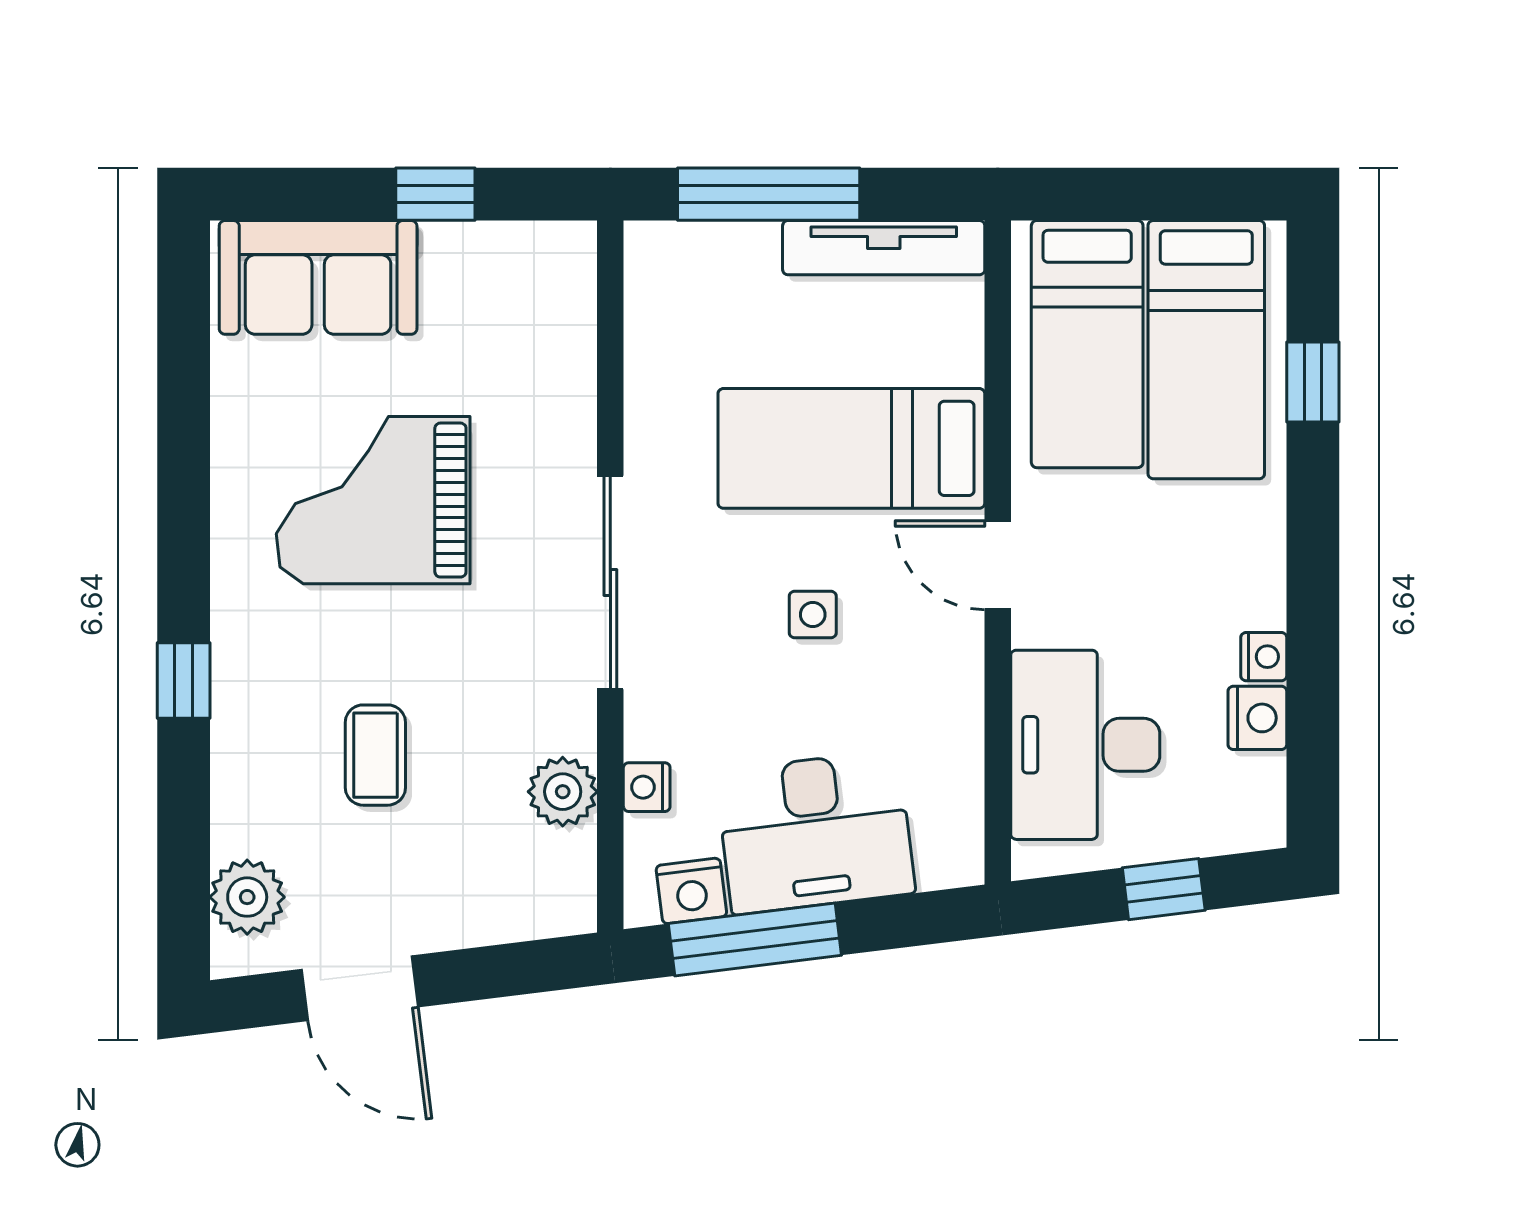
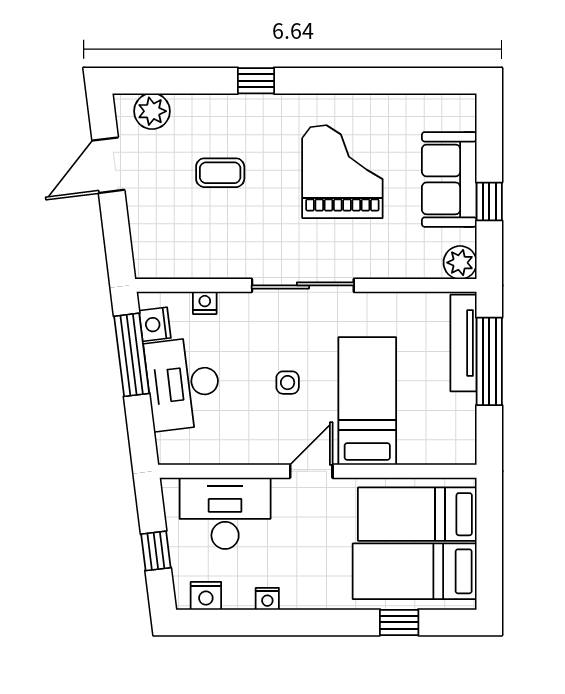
tv unit: (884, 248) -> (464, 343), moved
sofa: (318, 277) -> (449, 179), moved
nightstand: (1257, 718) -> (206, 596), moved
plant: (563, 792) -> (460, 263), moved

